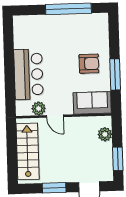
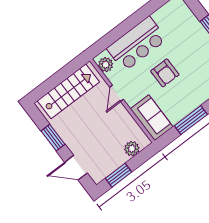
armchair: (89, 64) -> (165, 73), moved
plant: (39, 109) -> (106, 65), moved

